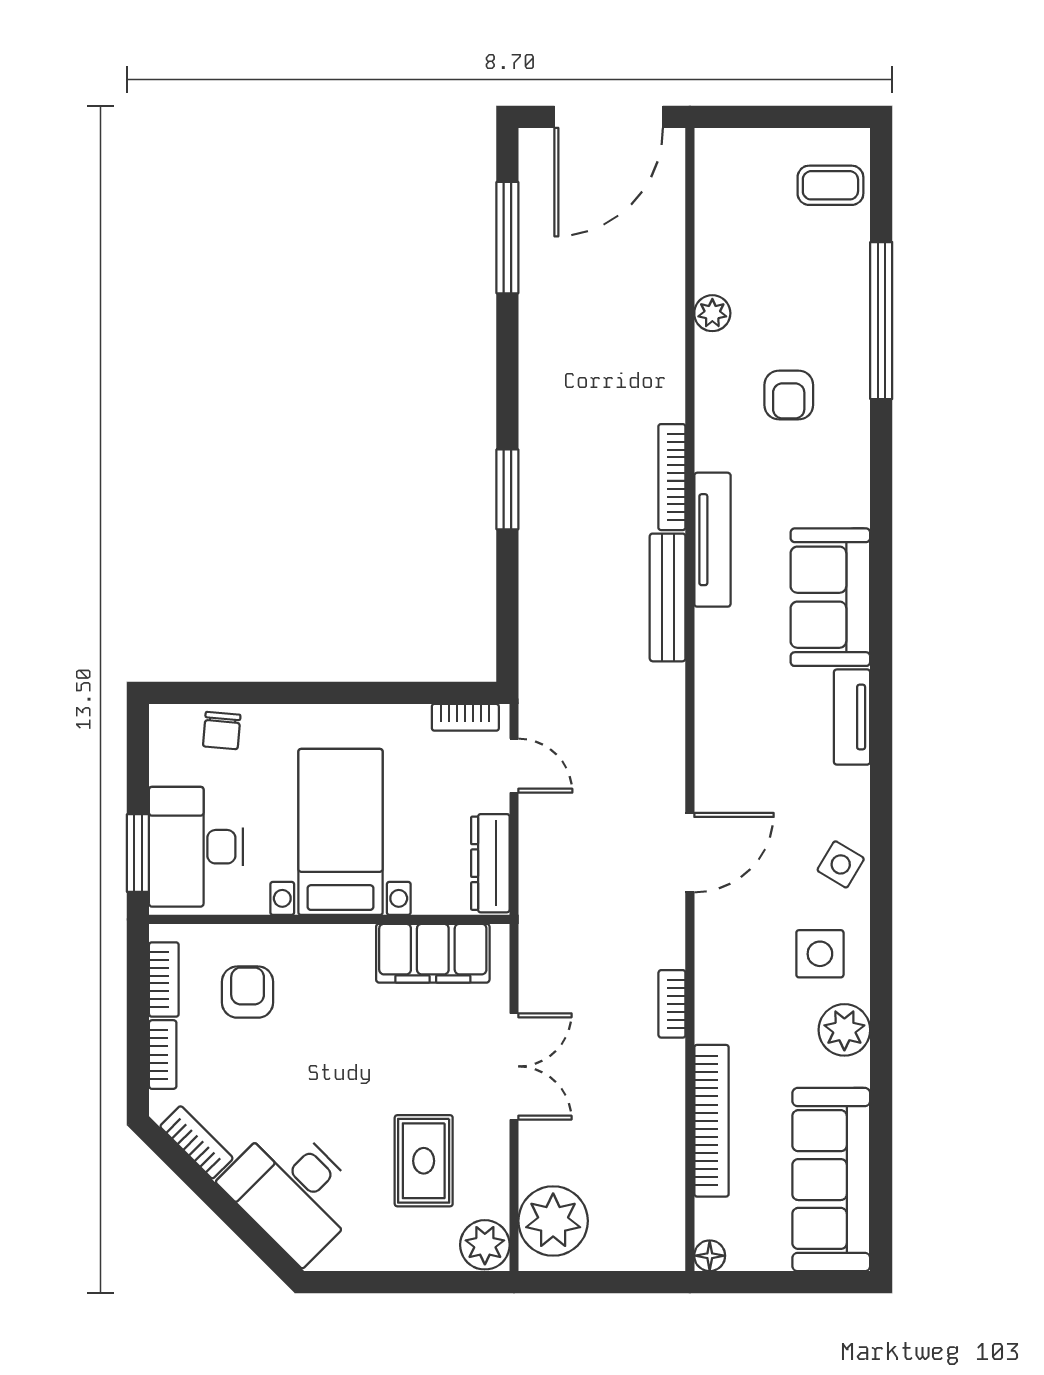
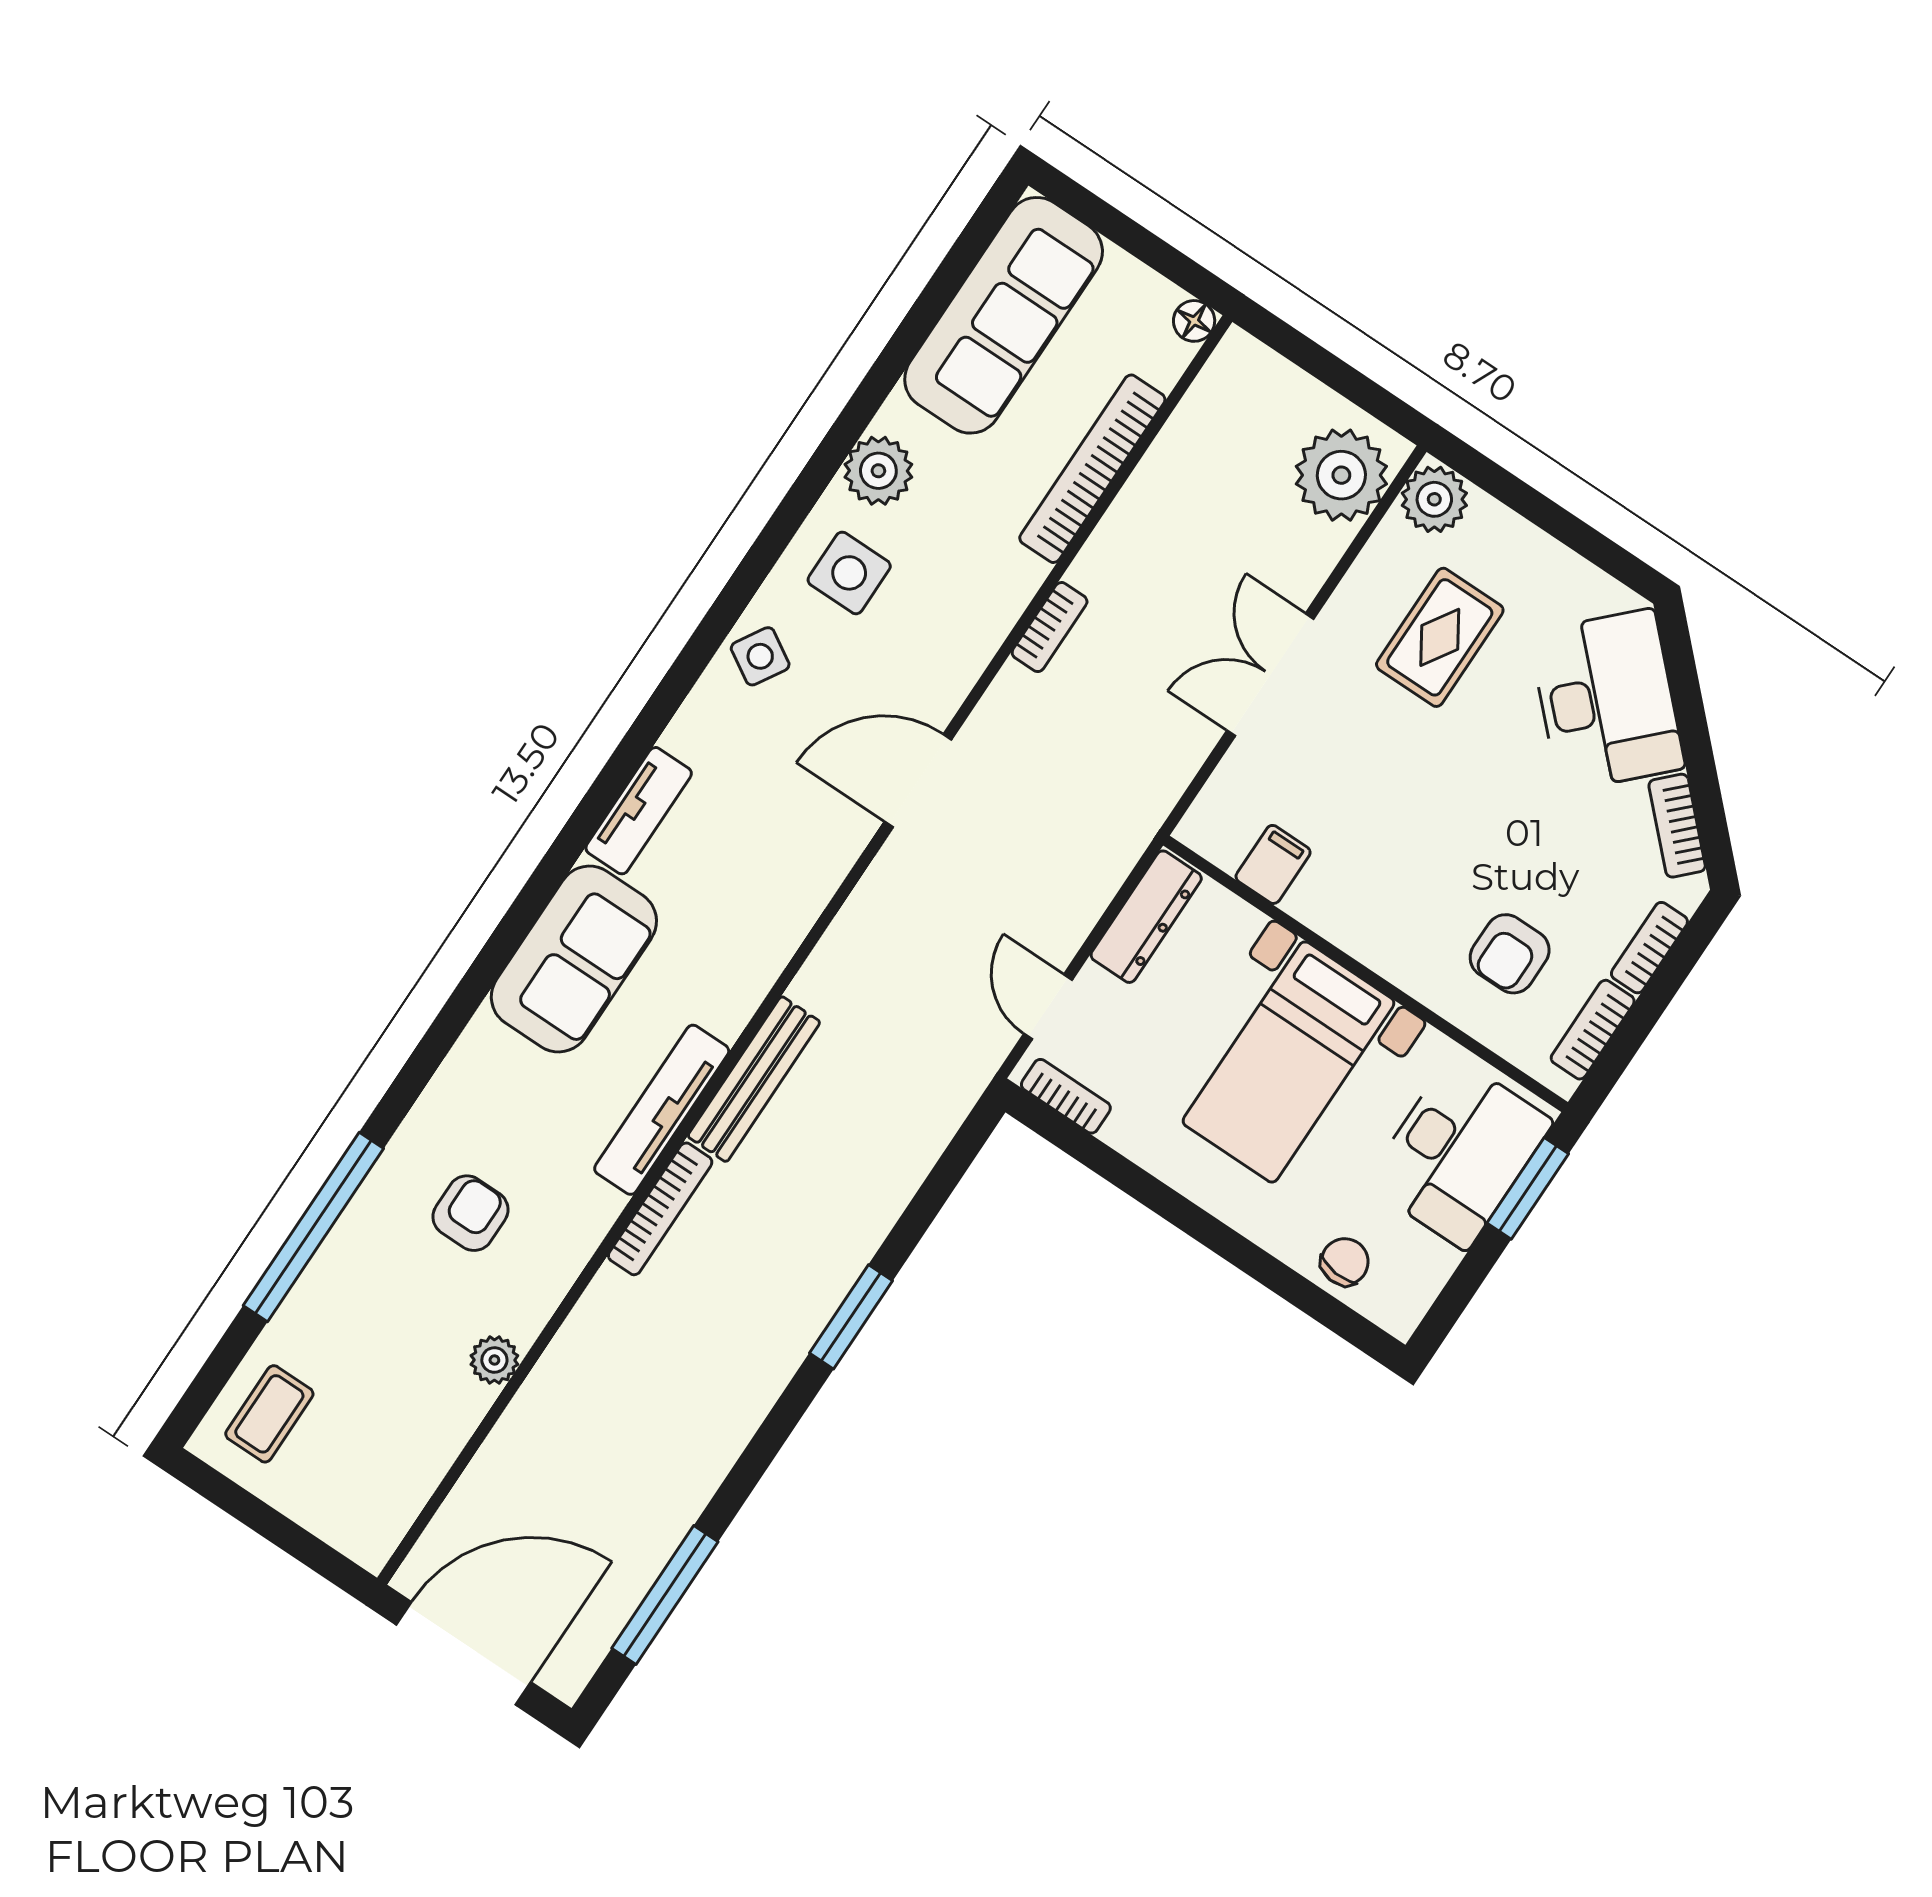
coffee table: (830, 185) -> (269, 1414), turned 90
filing cabinet: (433, 953) -> (1273, 864), width x0.33, depth x0.86

